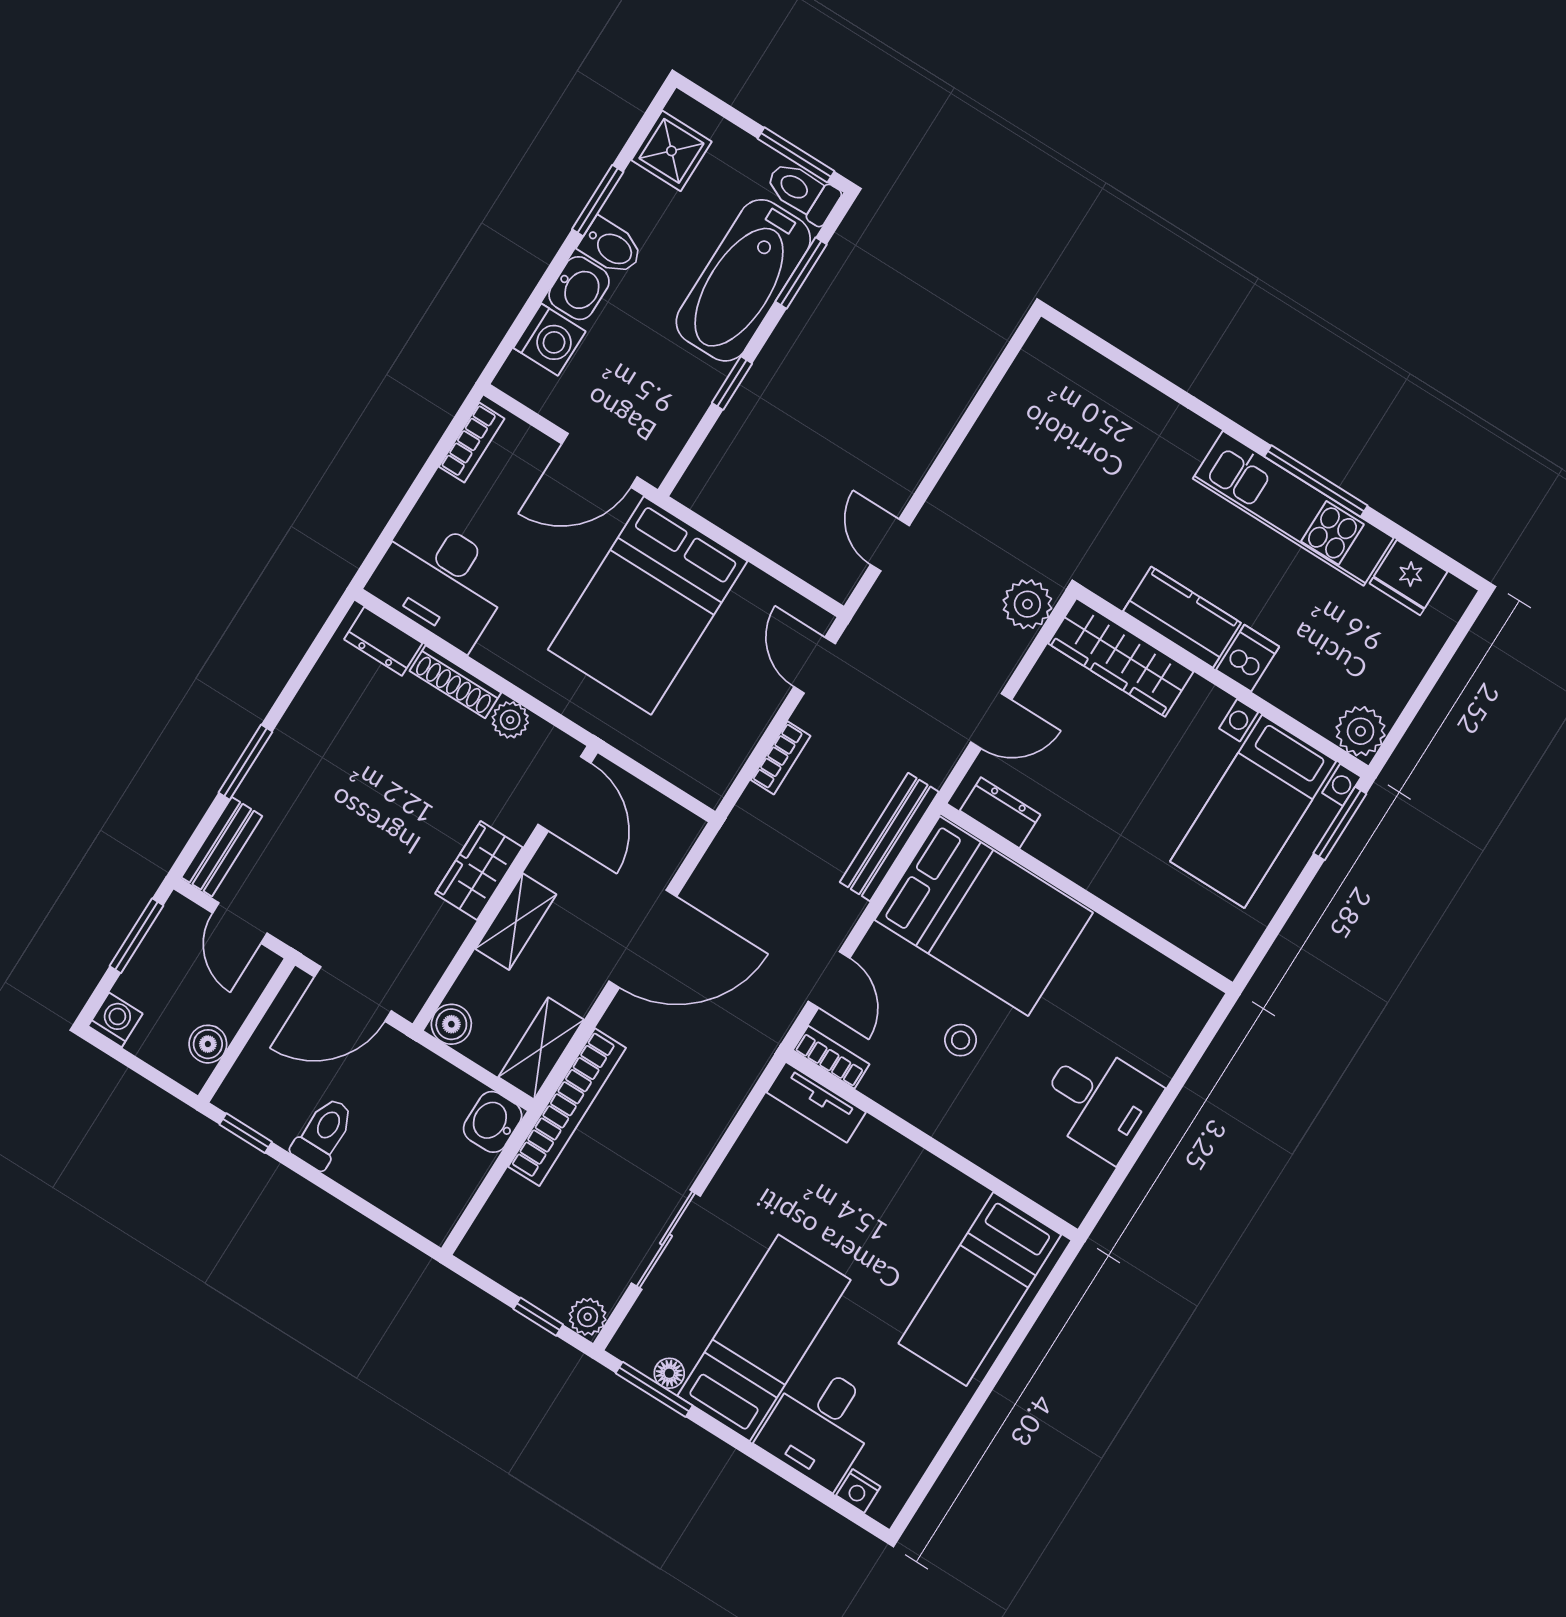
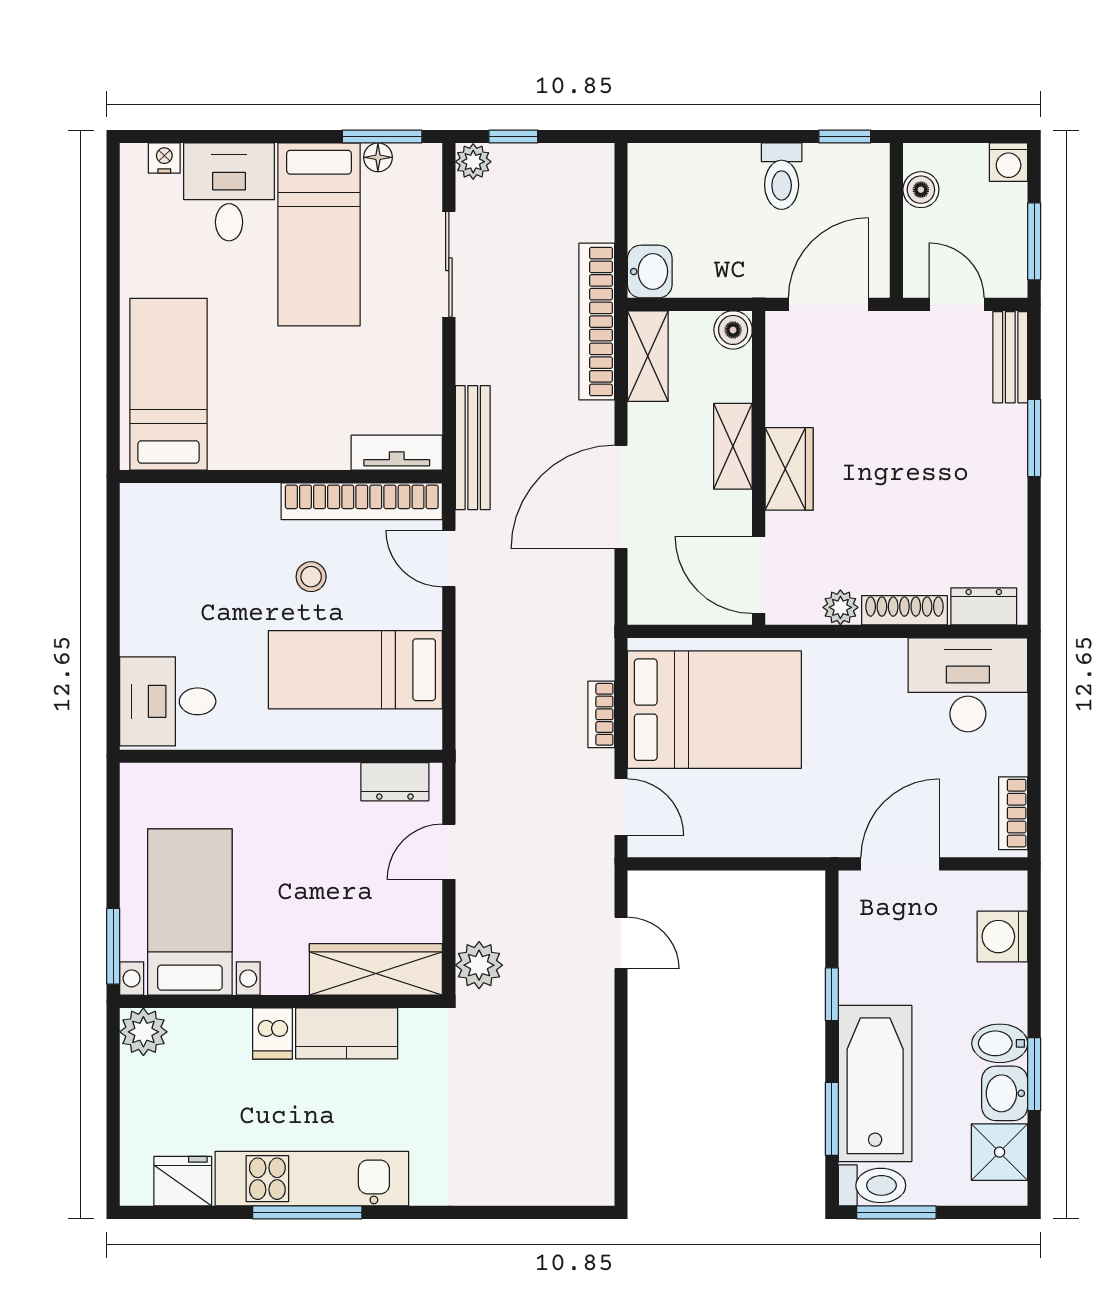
washbasin: (579, 288) -> (1005, 1093), moved
bed: (648, 605) -> (714, 710), moved, turned 90
bench: (889, 837) -> (473, 448), moved
bed: (984, 916) -> (355, 670), width x0.67
bookcase: (831, 1057) -> (362, 501), width x2.31, depth x1.31
desk: (1099, 1101) -> (168, 701), moved

